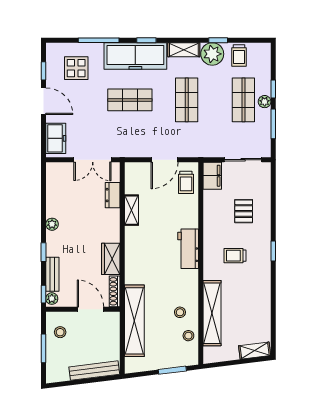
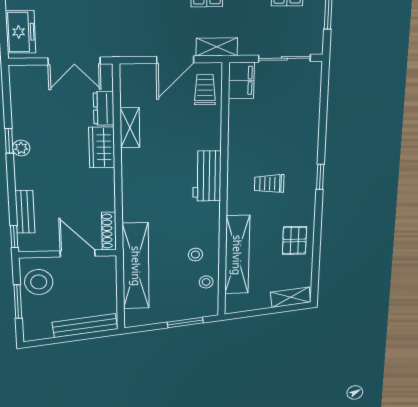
shelving: (194, 151) -> (217, 47), added
trolley: (186, 182) -> (205, 90), turned 180
pallet: (244, 211) -> (294, 240), moved
window: (44, 252) -> (9, 141), moved
wardrobe: (111, 259) -> (102, 147), moved
plant: (52, 299) -> (26, 242), removed
stool: (60, 332) -> (39, 282), width x1.89, depth x1.89

